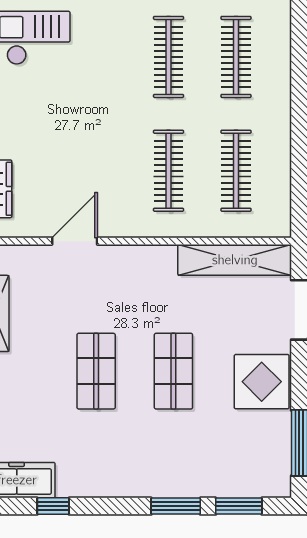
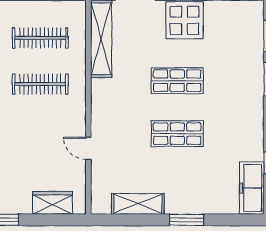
door: (75, 241) -> (88, 148), width x0.73

